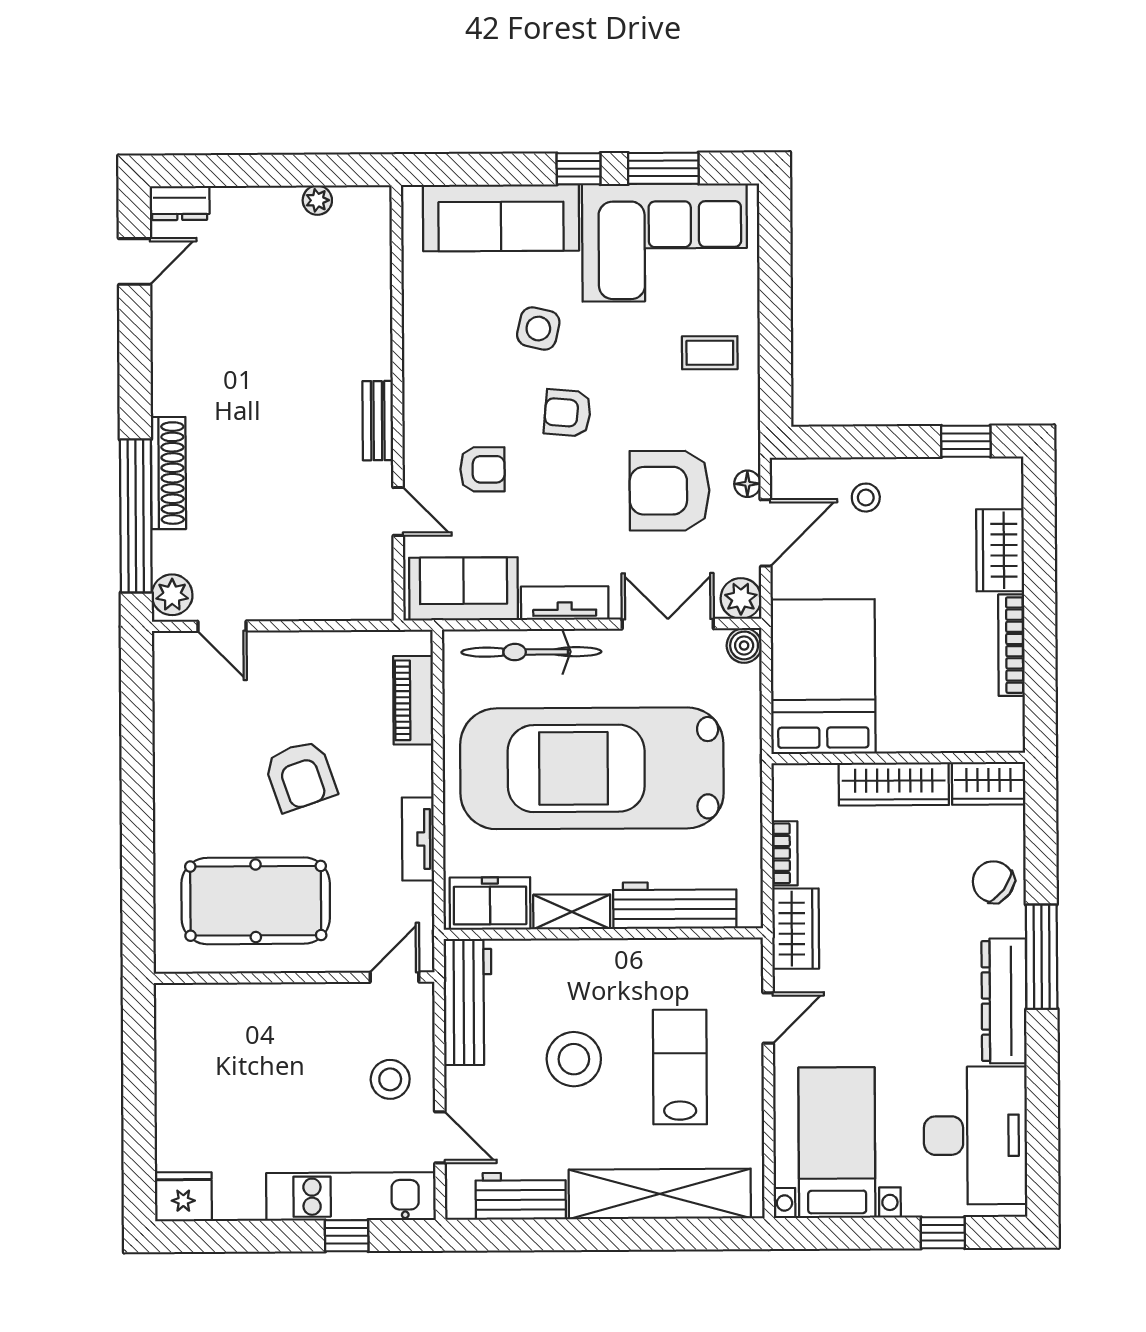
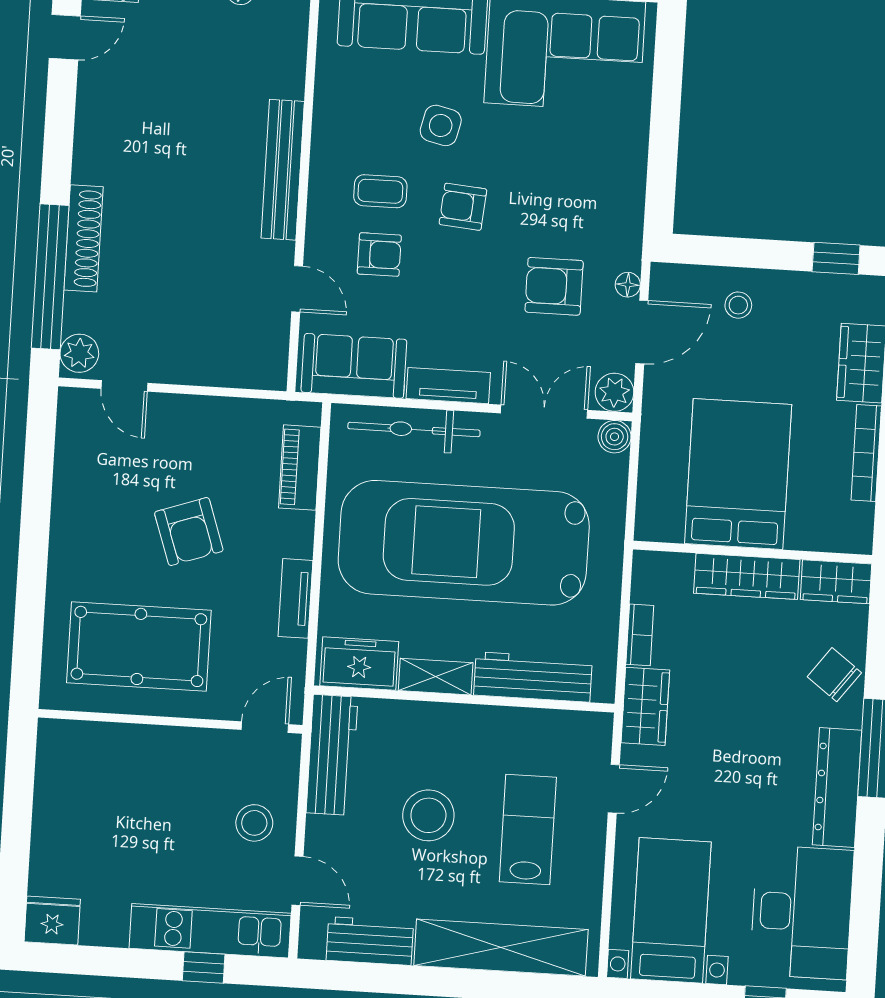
coffee table: (710, 353) -> (380, 191), moved
bench: (378, 421) -> (283, 170), width x1.86, depth x1.21
armchair: (670, 491) -> (554, 286), width x0.73, depth x0.73
bed: (823, 677) -> (738, 474), moved

